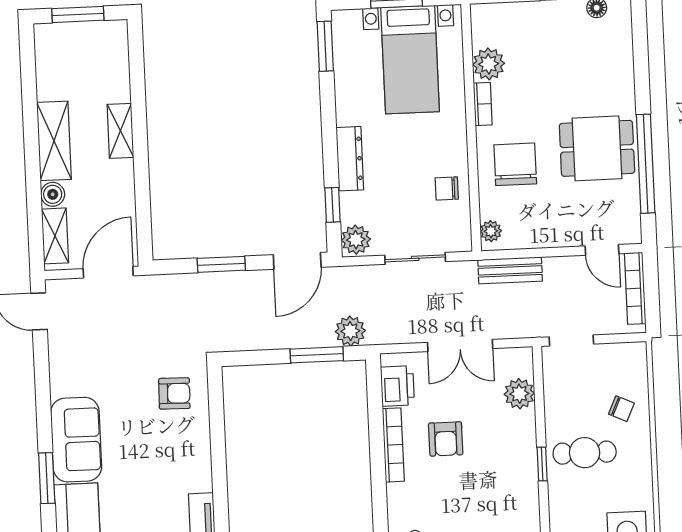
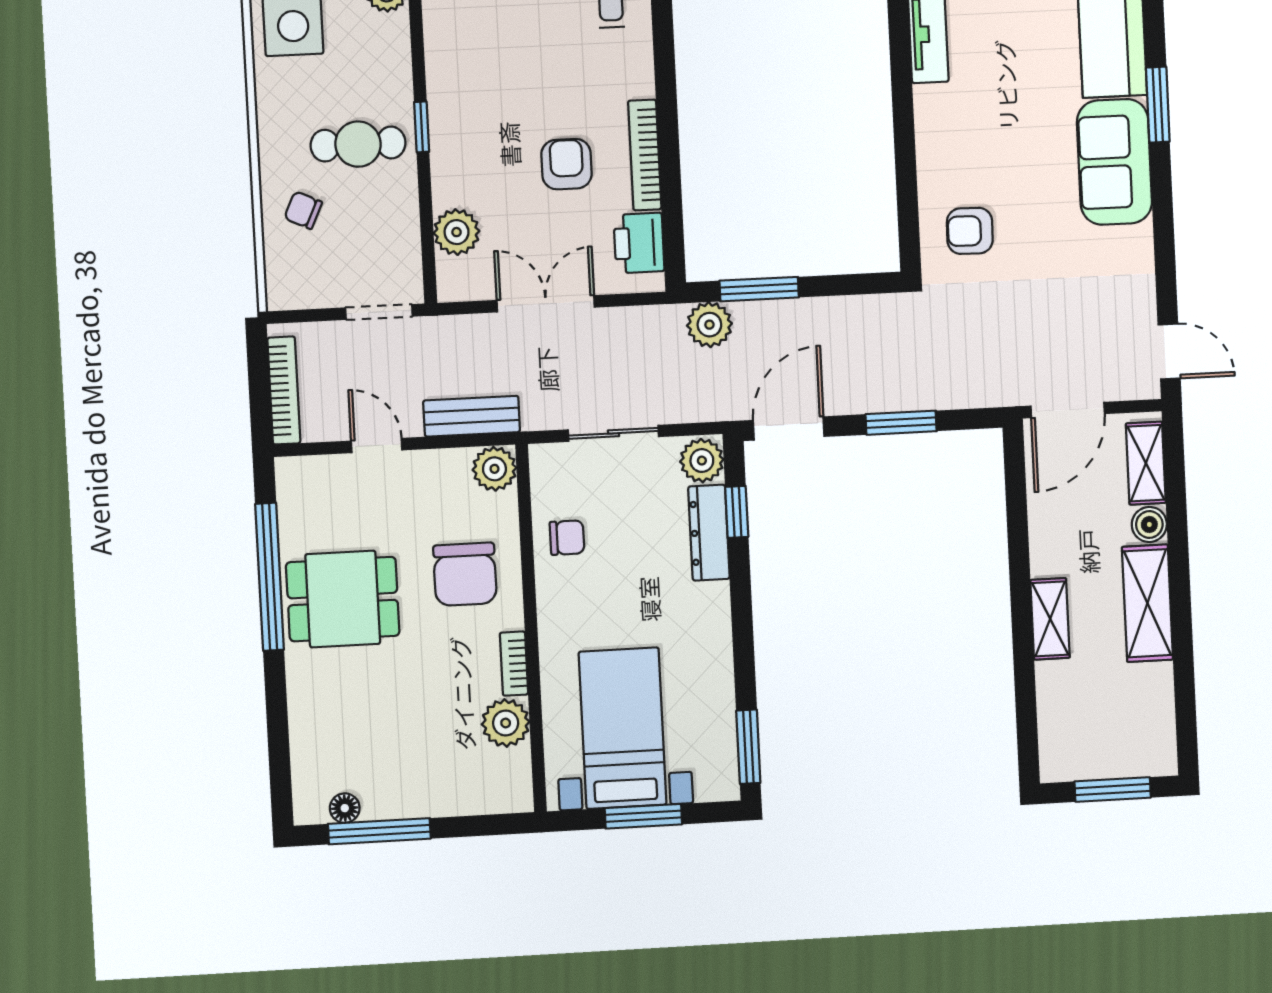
dresser: (350, 159) -> (709, 533), moved
plant: (491, 231) -> (494, 469), width x1.38, depth x1.38
door: (602, 250) -> (377, 446), moved

